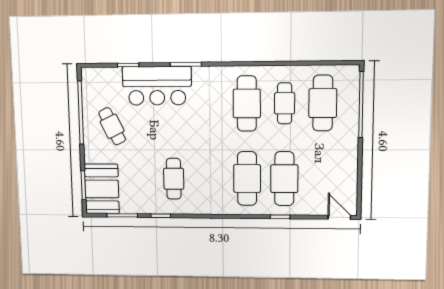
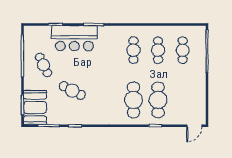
cafe table: (323, 103) -> (183, 50), width x0.73, depth x0.74
cafe table: (247, 104) -> (133, 50), width x0.73, depth x0.74
cafe table: (174, 179) -> (72, 91), moved, turned -63
door: (339, 217) -> (194, 126), swing flipped

